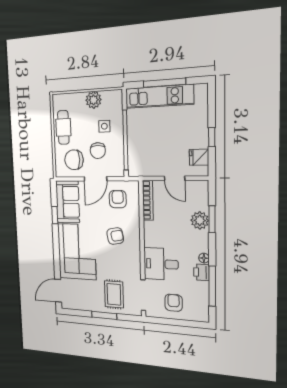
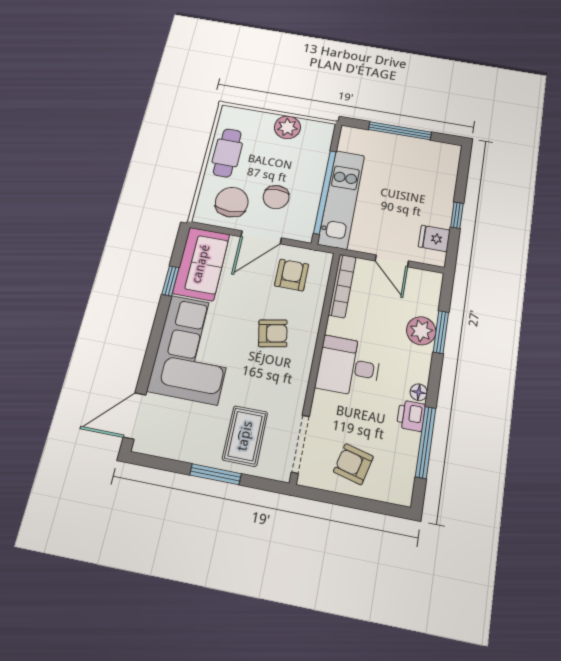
kitchen unit: (159, 96) -> (341, 199), moved, turned -90
side table: (104, 126) -> (296, 166), removed
chair: (74, 160) -> (232, 202), turned 90
desk: (161, 264) -> (349, 366), moved
armchair: (174, 303) -> (353, 464), turned -76

